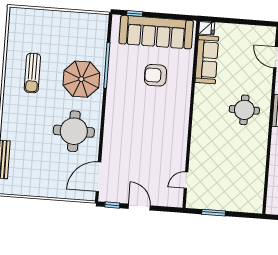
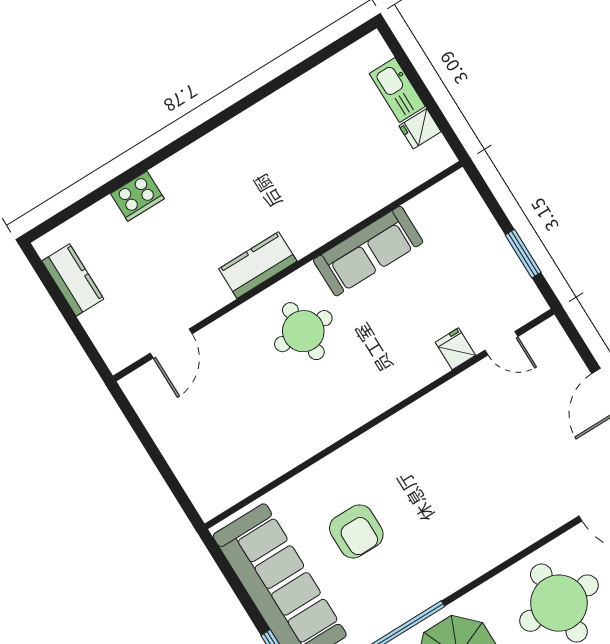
fridge: (207, 28) -> (455, 349), moved
sofa: (207, 60) -> (368, 251), moved, turned 180

